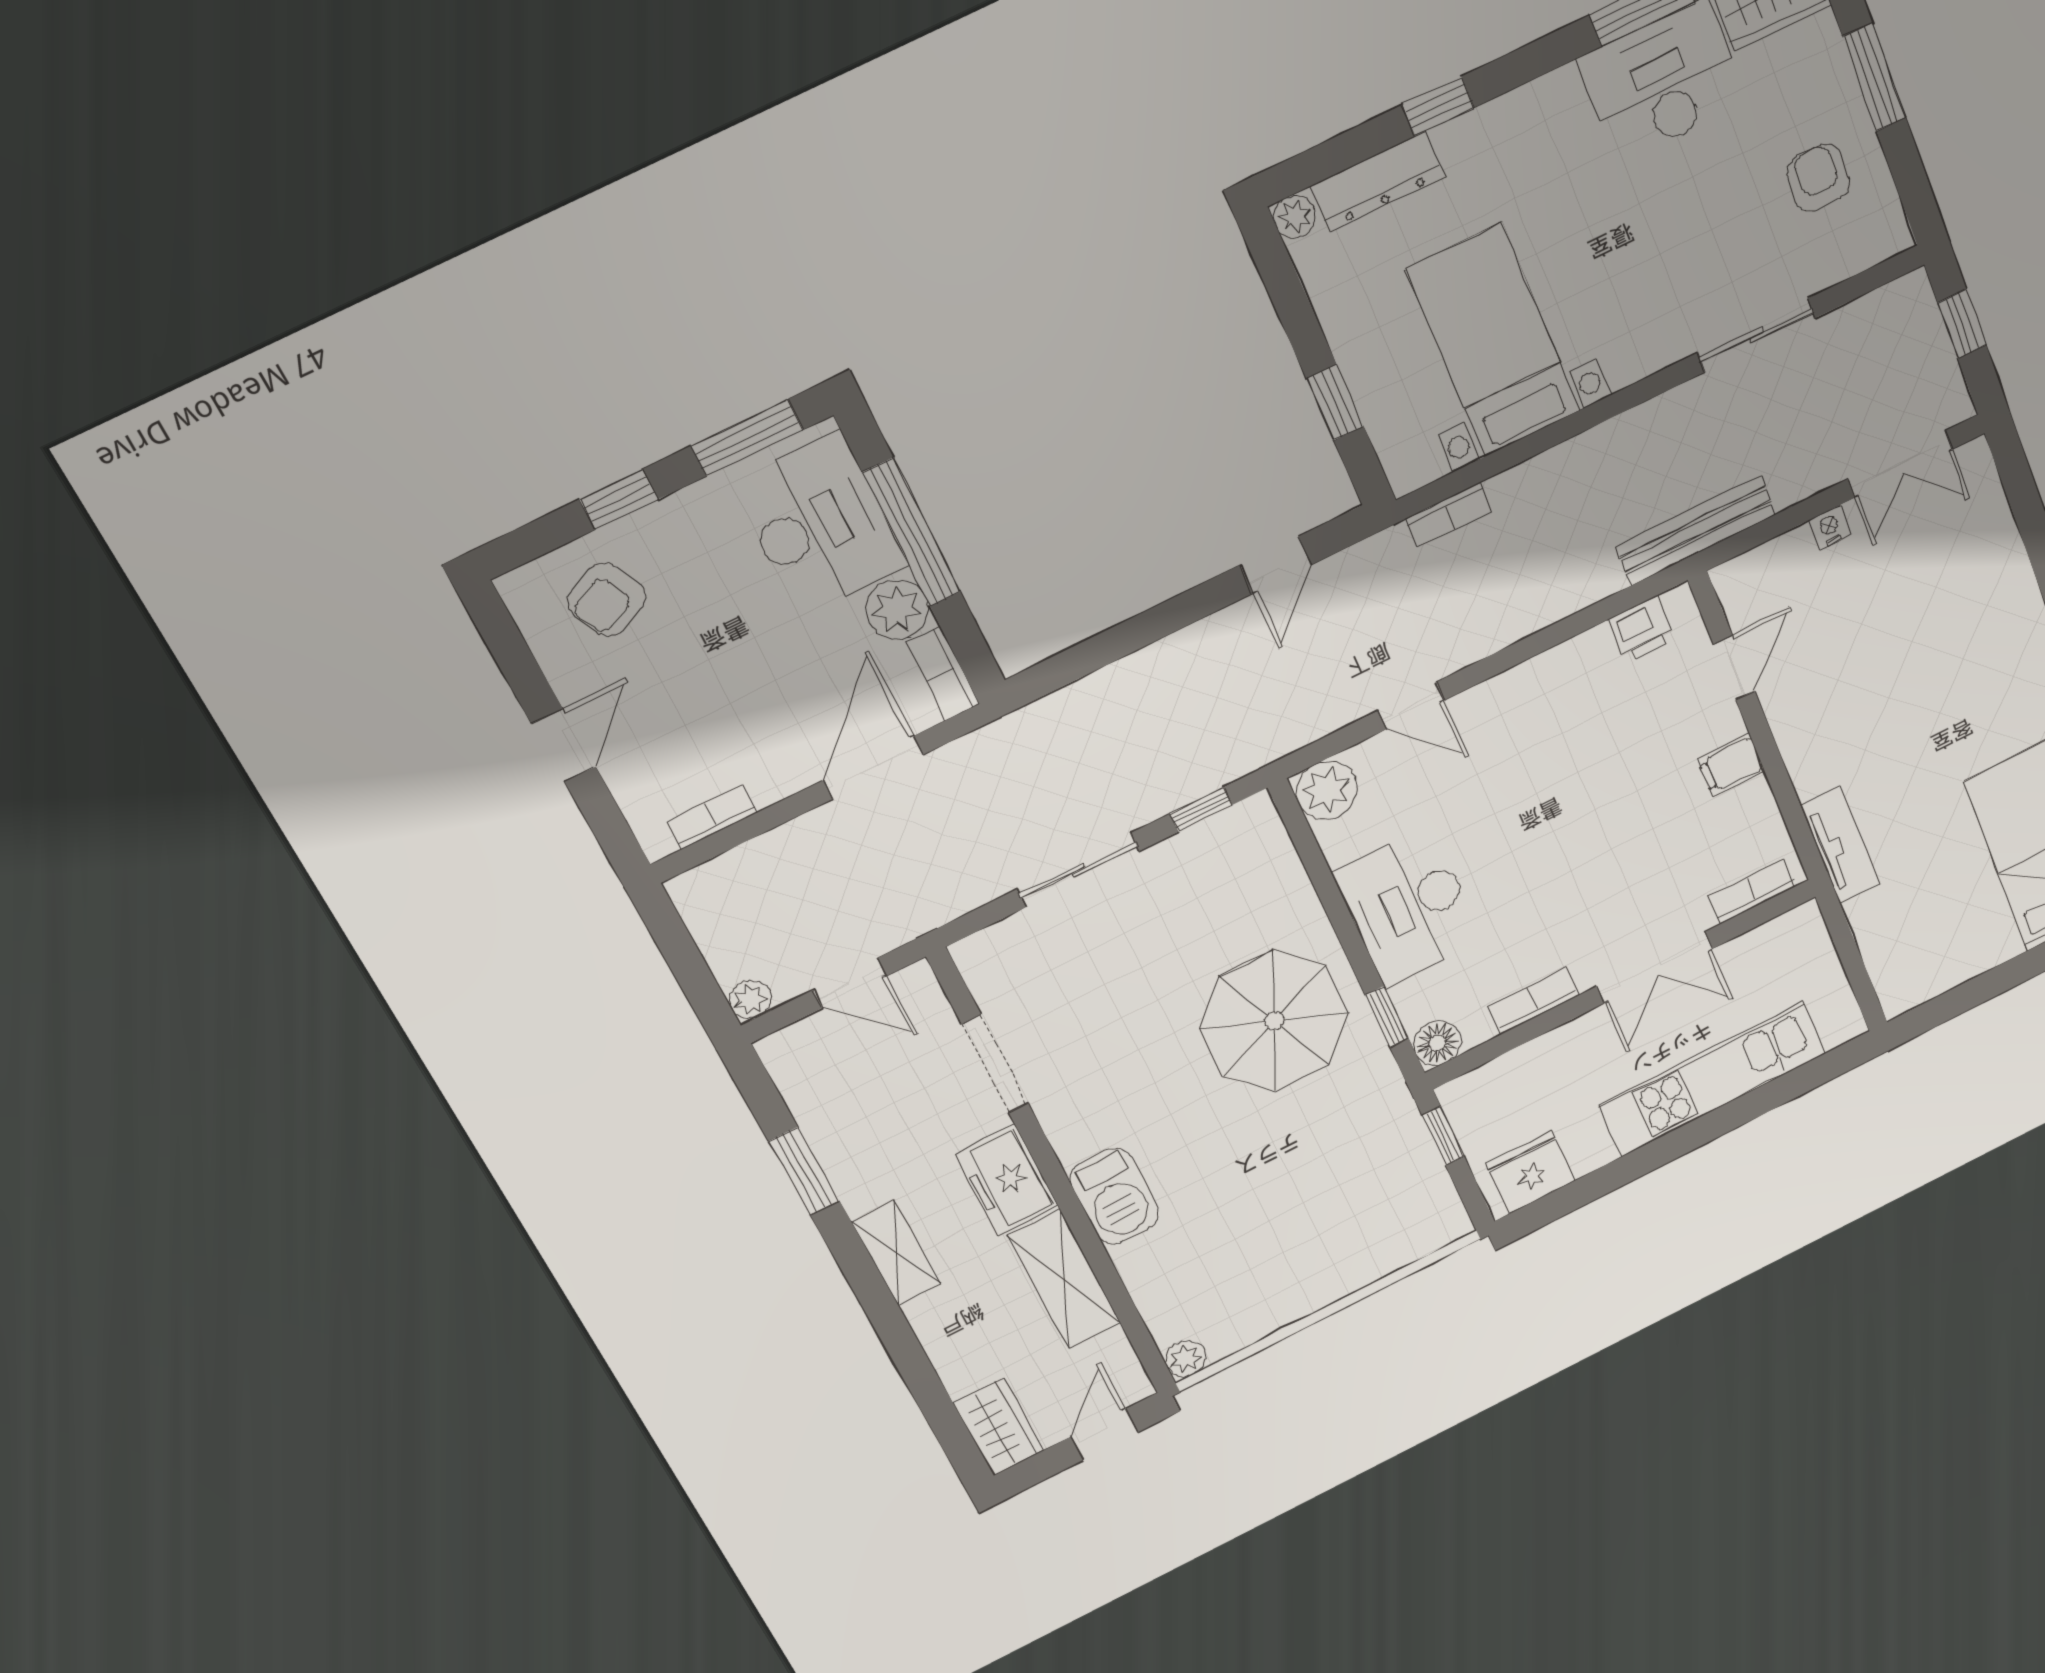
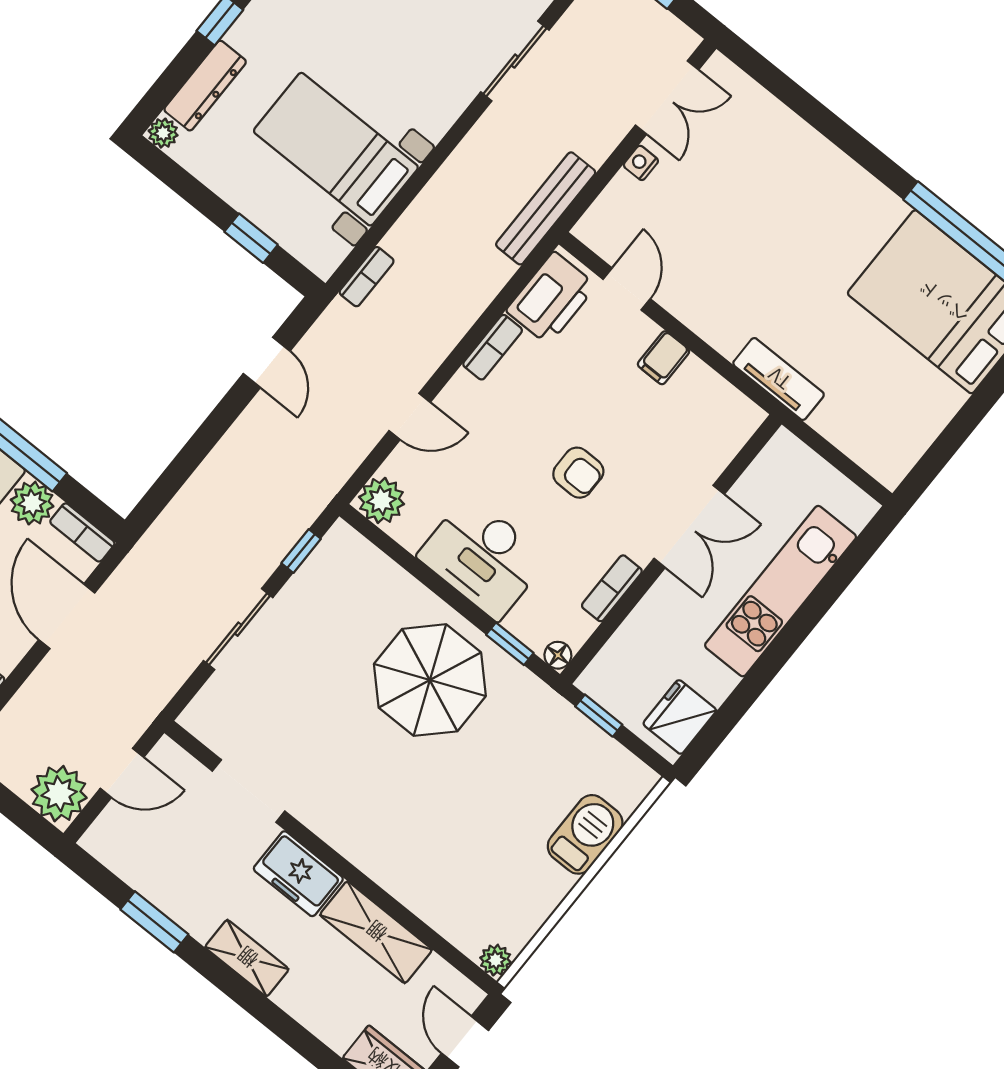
printer: (1641, 629) -> (551, 298), width x1.87, depth x1.48
armchair: (1567, 855) -> (578, 473), added
bookcase: (1752, 891) -> (493, 347), moved, turned 180
plant: (750, 1000) -> (59, 794), width x1.88, depth x1.88
floor lamp: (1437, 1043) -> (558, 655), width x0.73, depth x0.73
barbecue: (1114, 1196) -> (585, 834), moved, turned -90

